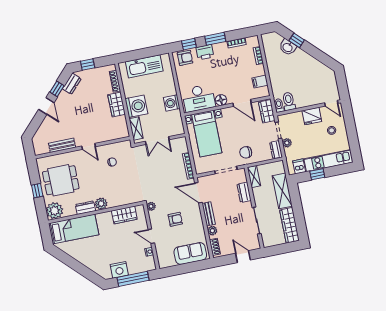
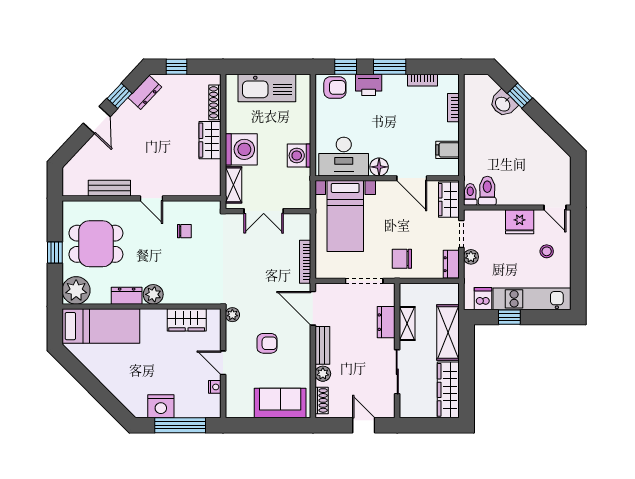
shelving: (254, 177) -> (407, 323), moved

